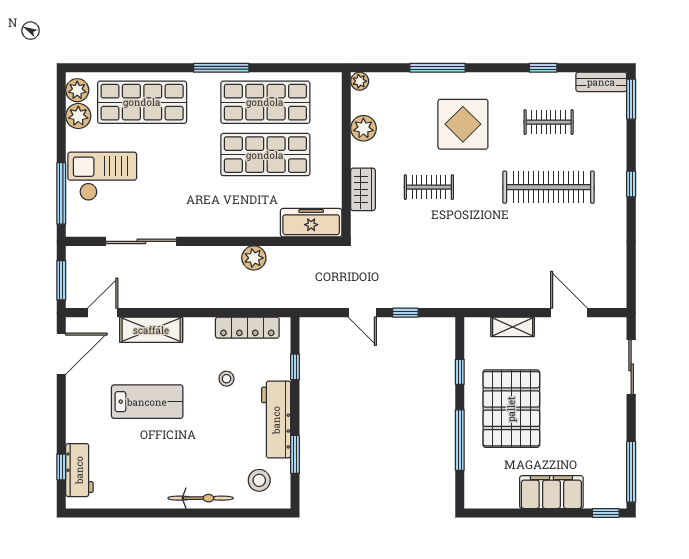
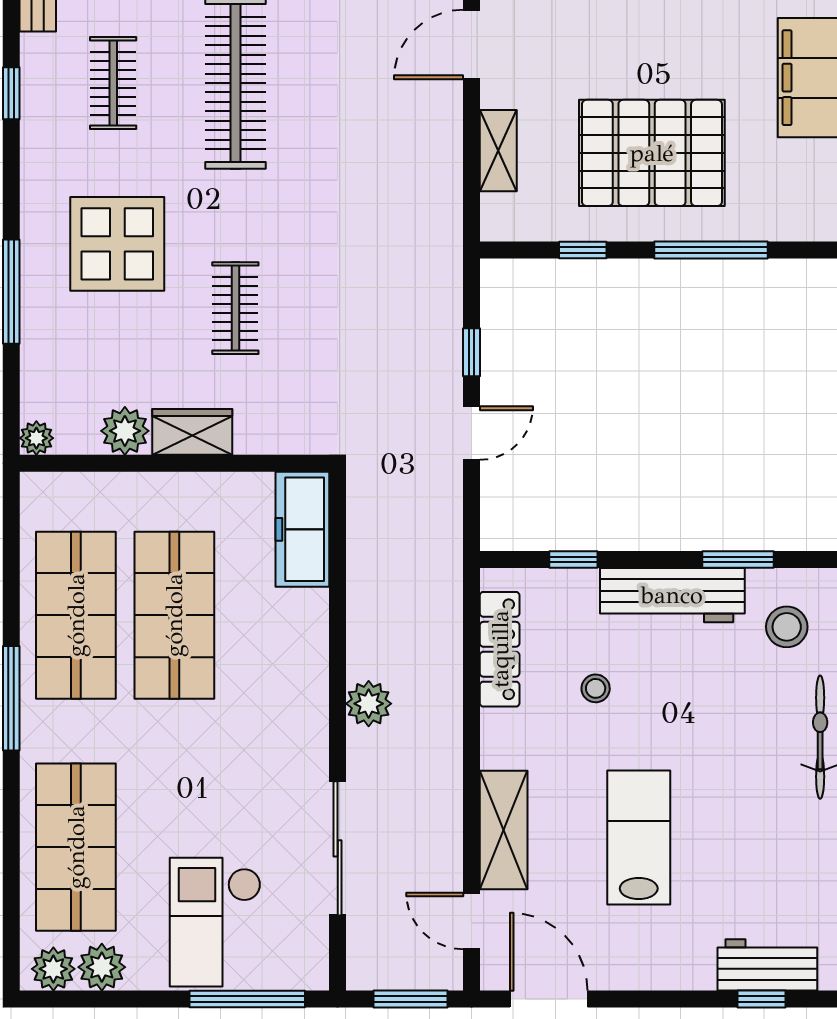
wardrobe: (363, 189) -> (192, 432), moved
plant: (254, 258) -> (369, 704), moved

